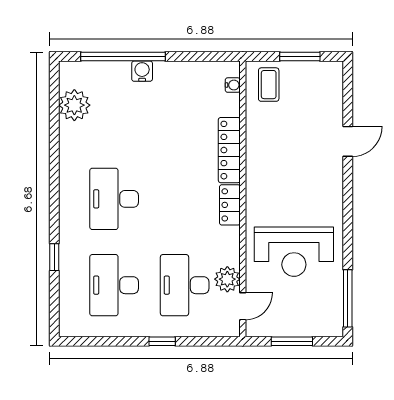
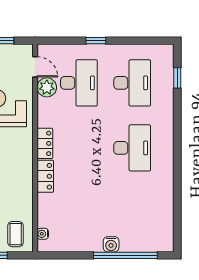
plant: (74, 105) -> (162, 219), removed
locker: (229, 150) -> (45, 176), width x0.66
window: (54, 257) -> (177, 78), moved
door: (243, 306) -> (35, 67), swing flipped

